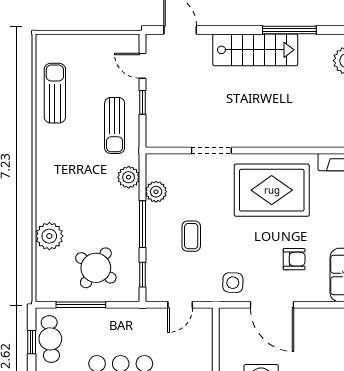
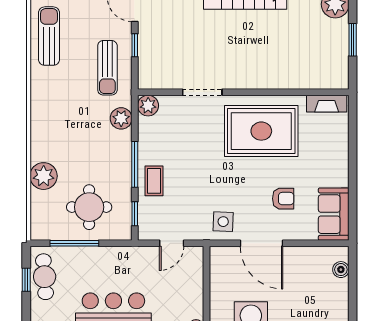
plant: (156, 192) -> (148, 106), moved
coffee table: (191, 236) -> (154, 181), moved
round table: (96, 268) -> (89, 207), turned -34

